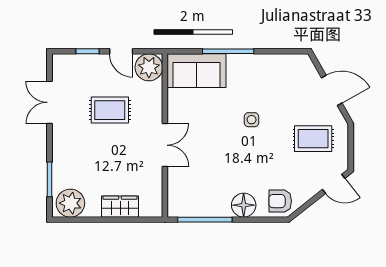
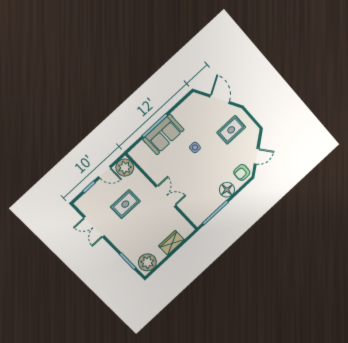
sofa: (197, 71) -> (163, 134), moved
door: (332, 90) -> (220, 99), hinge flipped
door: (334, 184) -> (257, 156), moved

